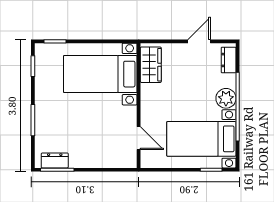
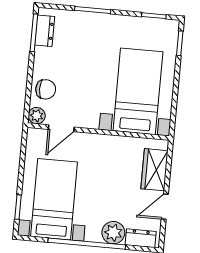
door: (199, 41) -> (165, 207), swing flipped
wardrobe: (151, 65) -> (154, 170), moved, turned 90
plant: (226, 98) -> (113, 233), moved
chair: (106, 155) -> (46, 89), added
plant: (130, 161) -> (37, 116), added

